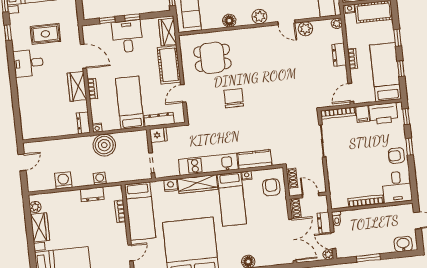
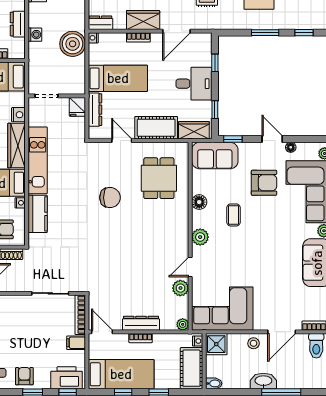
window: (132, 17) -> (215, 110), moved
dresser: (339, 55) -> (141, 323), width x1.44
printer: (383, 113) -> (67, 378), moved, turned 90

